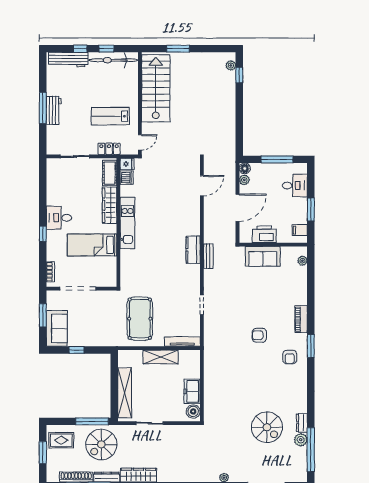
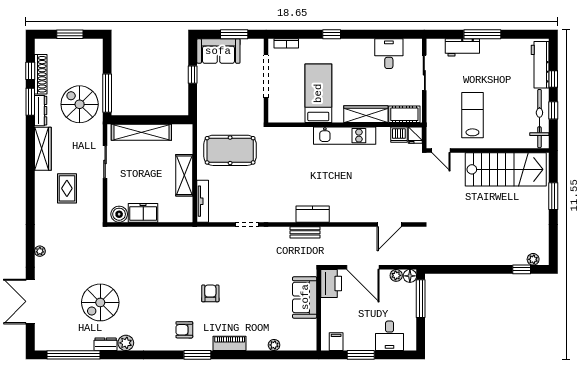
workbench: (54, 110) -> (462, 47), moved
locker: (109, 149) -> (433, 114), removed
window: (277, 159) -> (421, 299), moved
door: (202, 186) -> (389, 225), hinge flipped
desk: (59, 218) -> (389, 54), moved
printer: (264, 234) -> (331, 284), moved
plant: (302, 261) -> (274, 345), moved
rug: (61, 440) -> (67, 188), moved
plant: (301, 440) -> (126, 343), moved

